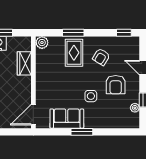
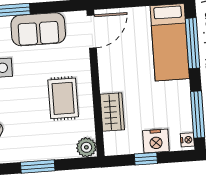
rug: (74, 53) -> (63, 98), moved

